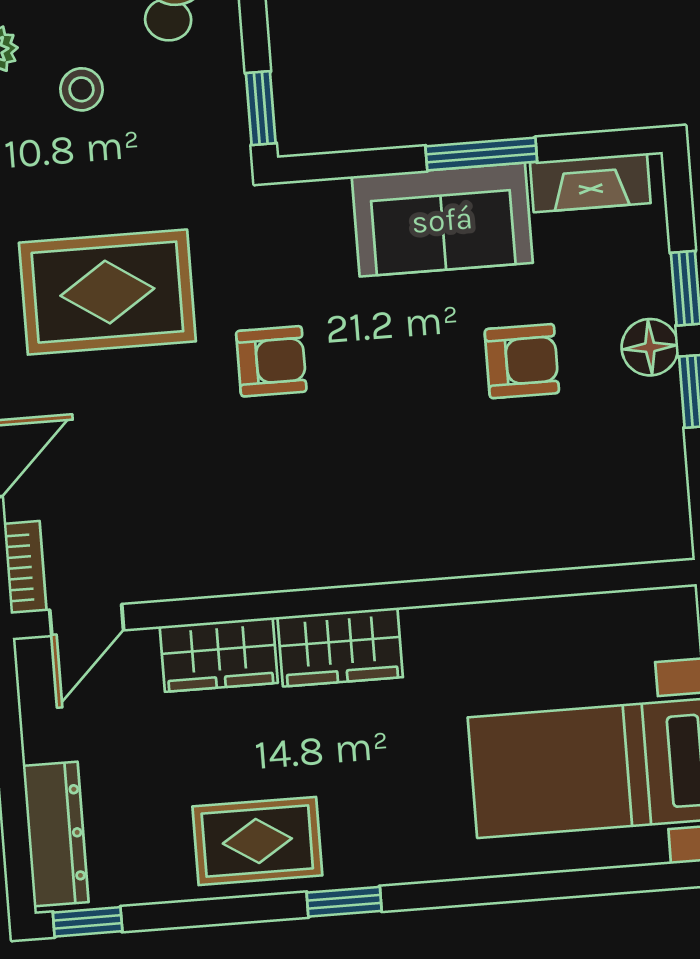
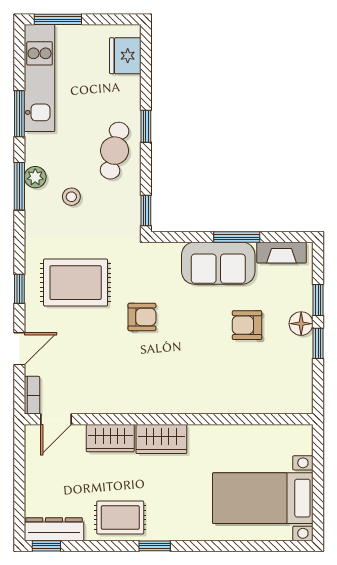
armchair: (522, 361) -> (247, 325), turned 180
dresser: (56, 834) -> (54, 529), moved, turned -90

